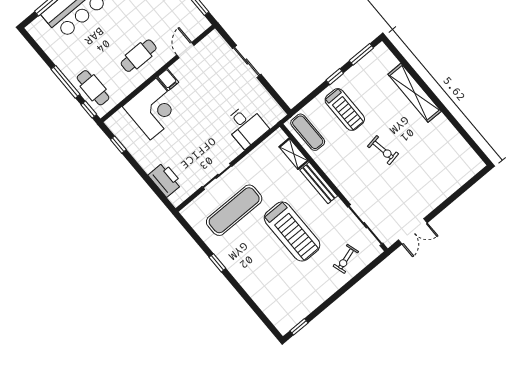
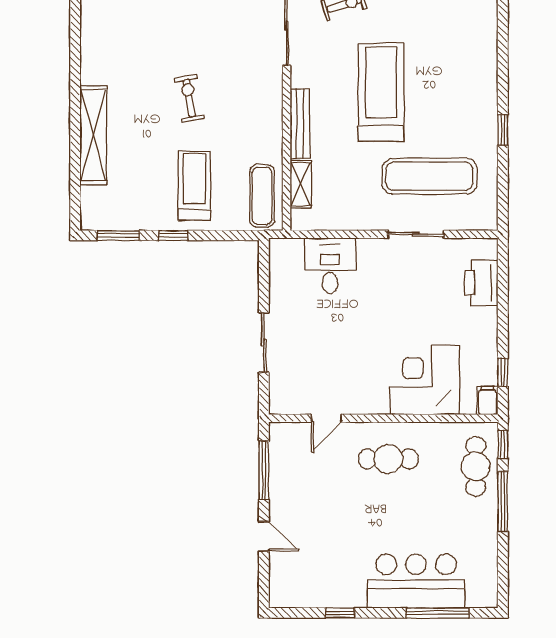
filing cabinet: (168, 80) -> (487, 400), moved

